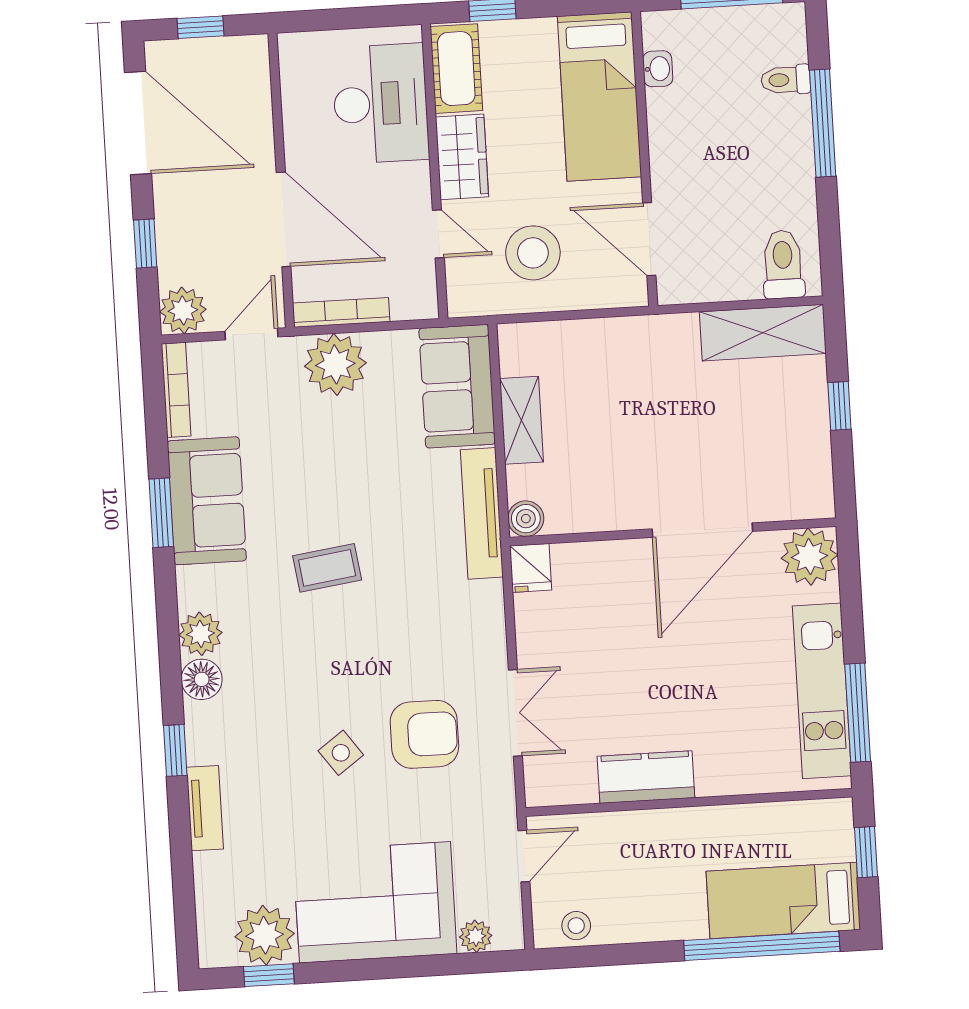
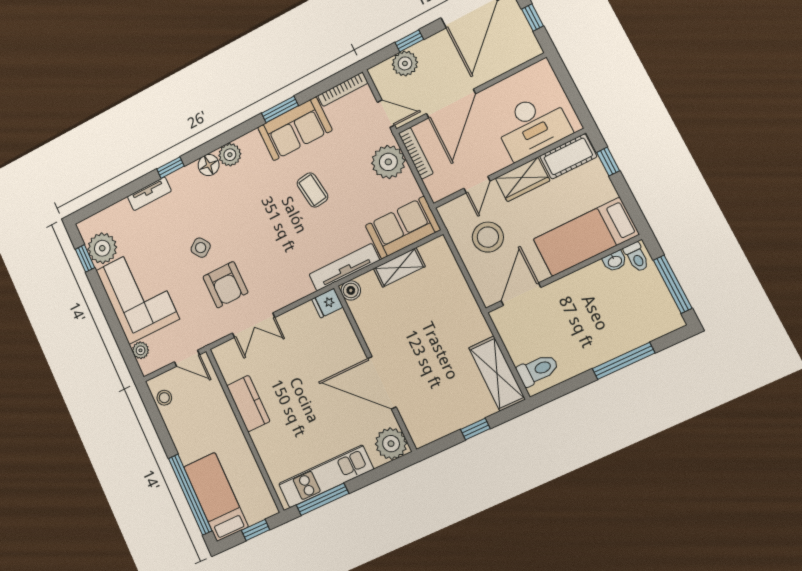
toilet: (786, 80) -> (637, 257), moved, turned 180
plant: (183, 310) -> (405, 63), moved
coffee table: (327, 568) -> (312, 190), moved

